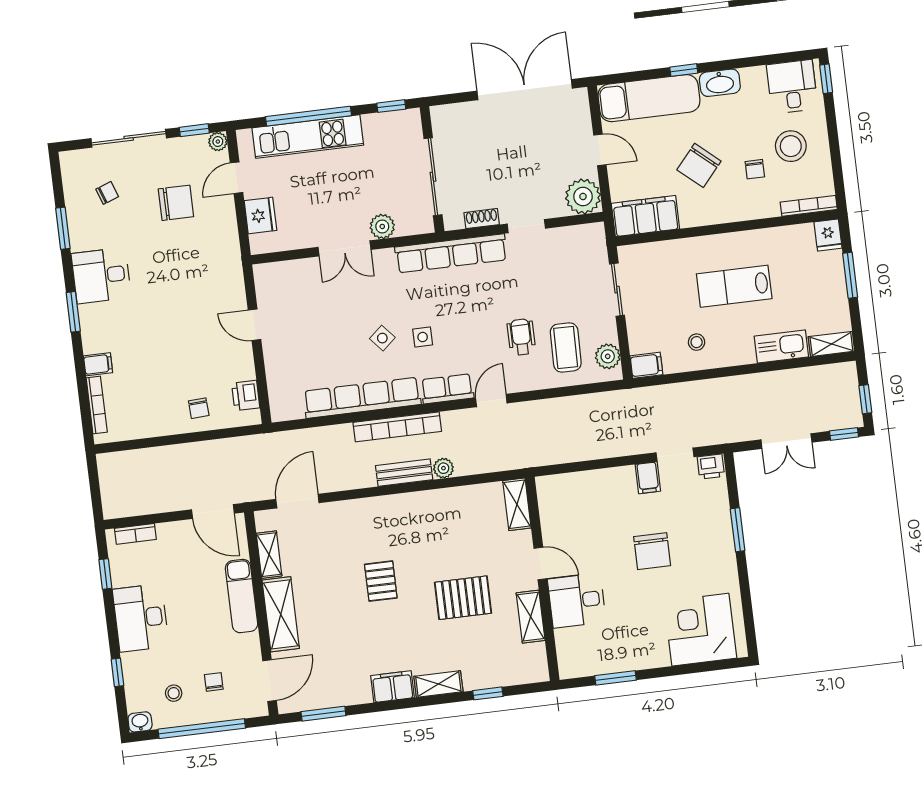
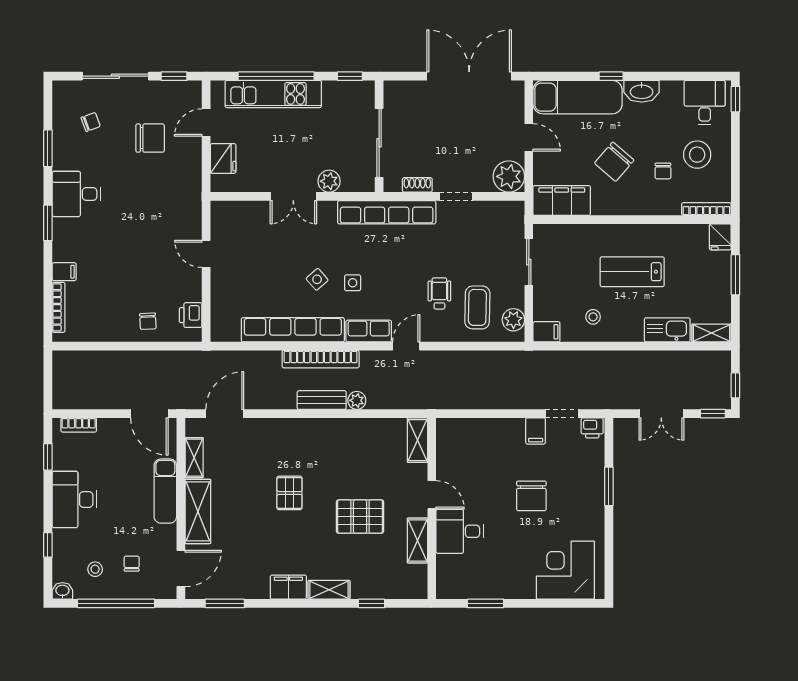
plant: (218, 142) -> (194, 89), removed

